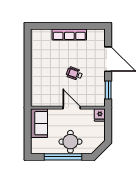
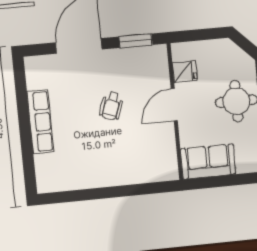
fridge: (100, 115) -> (185, 72), moved

